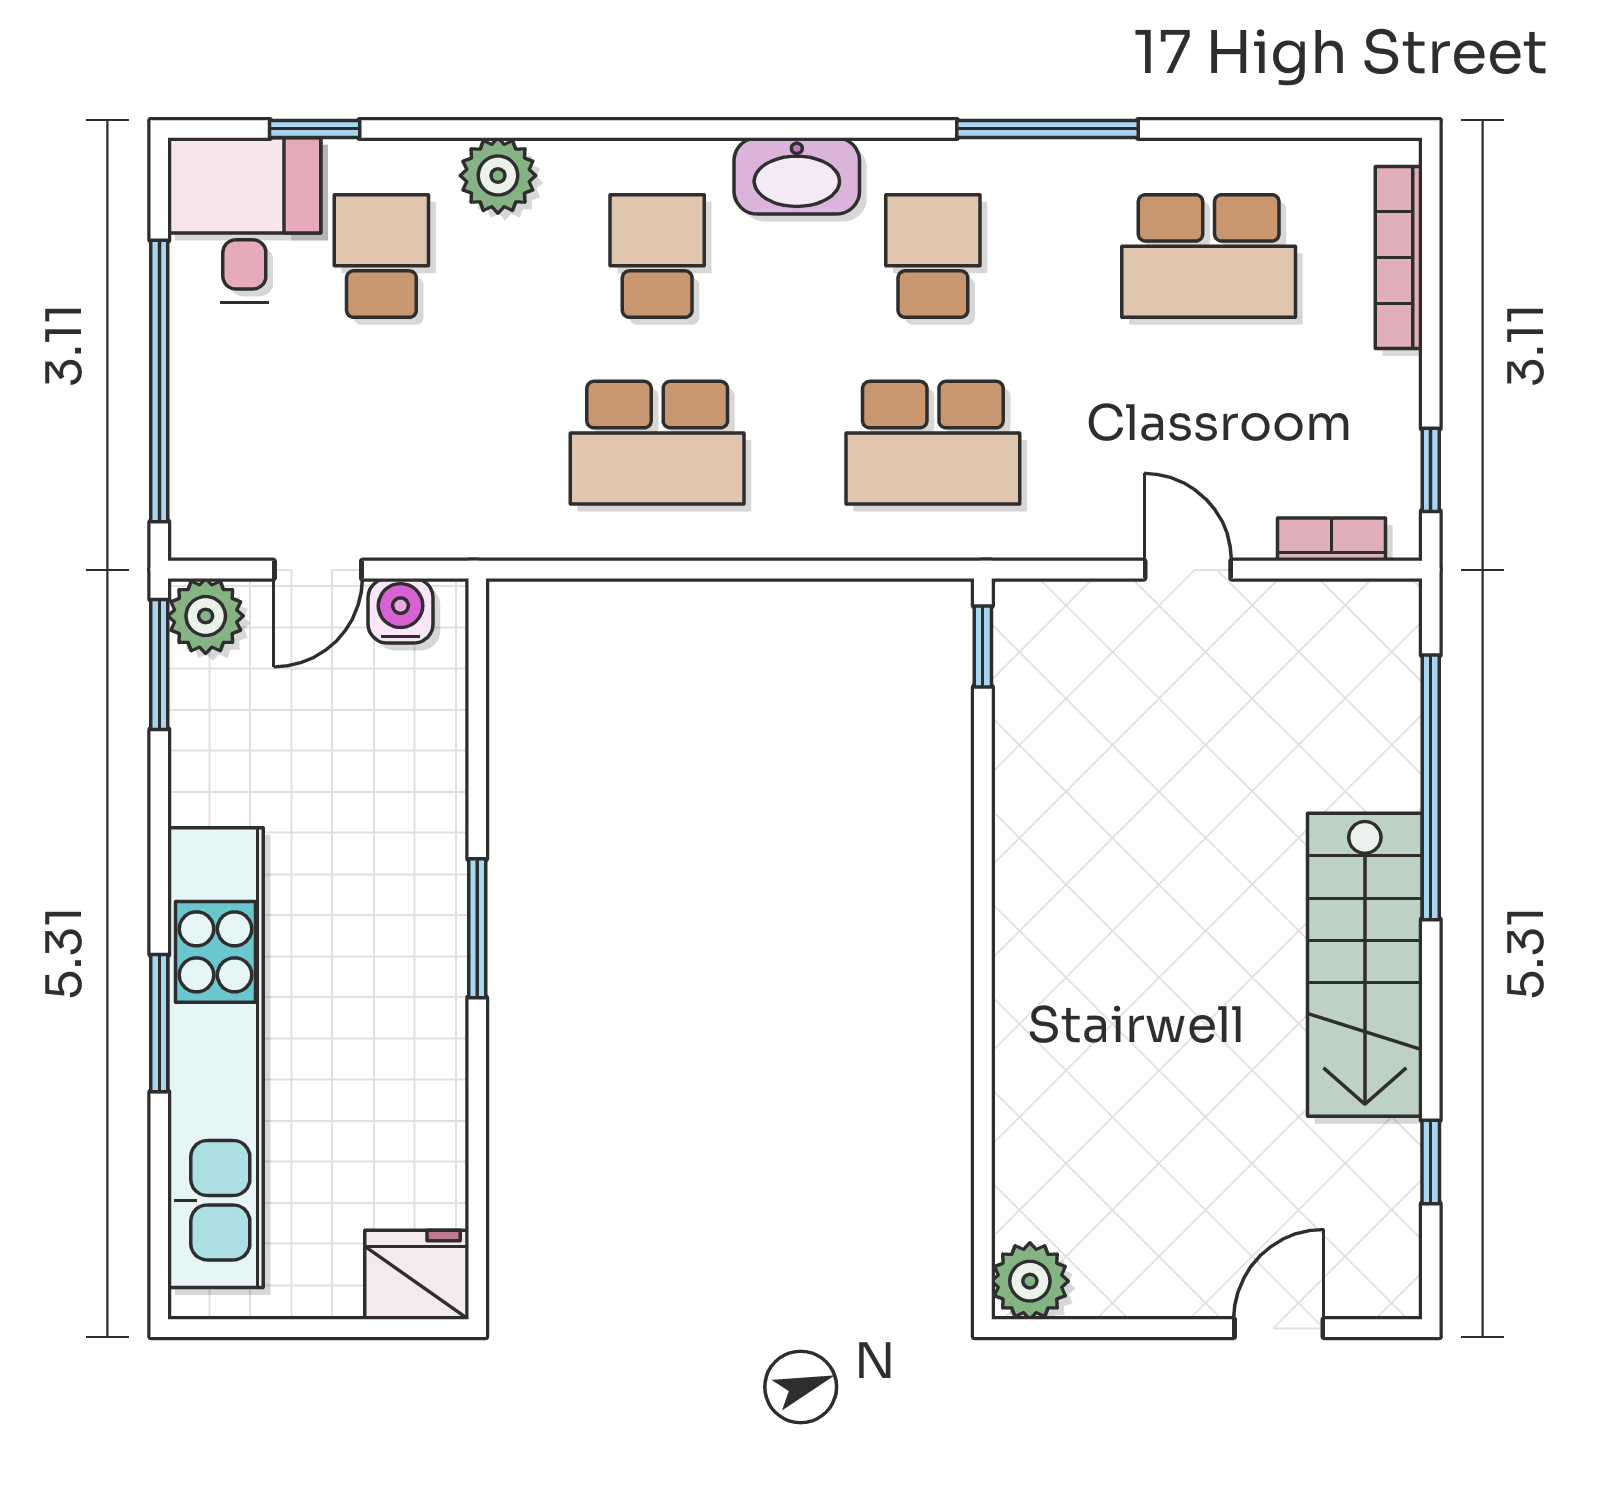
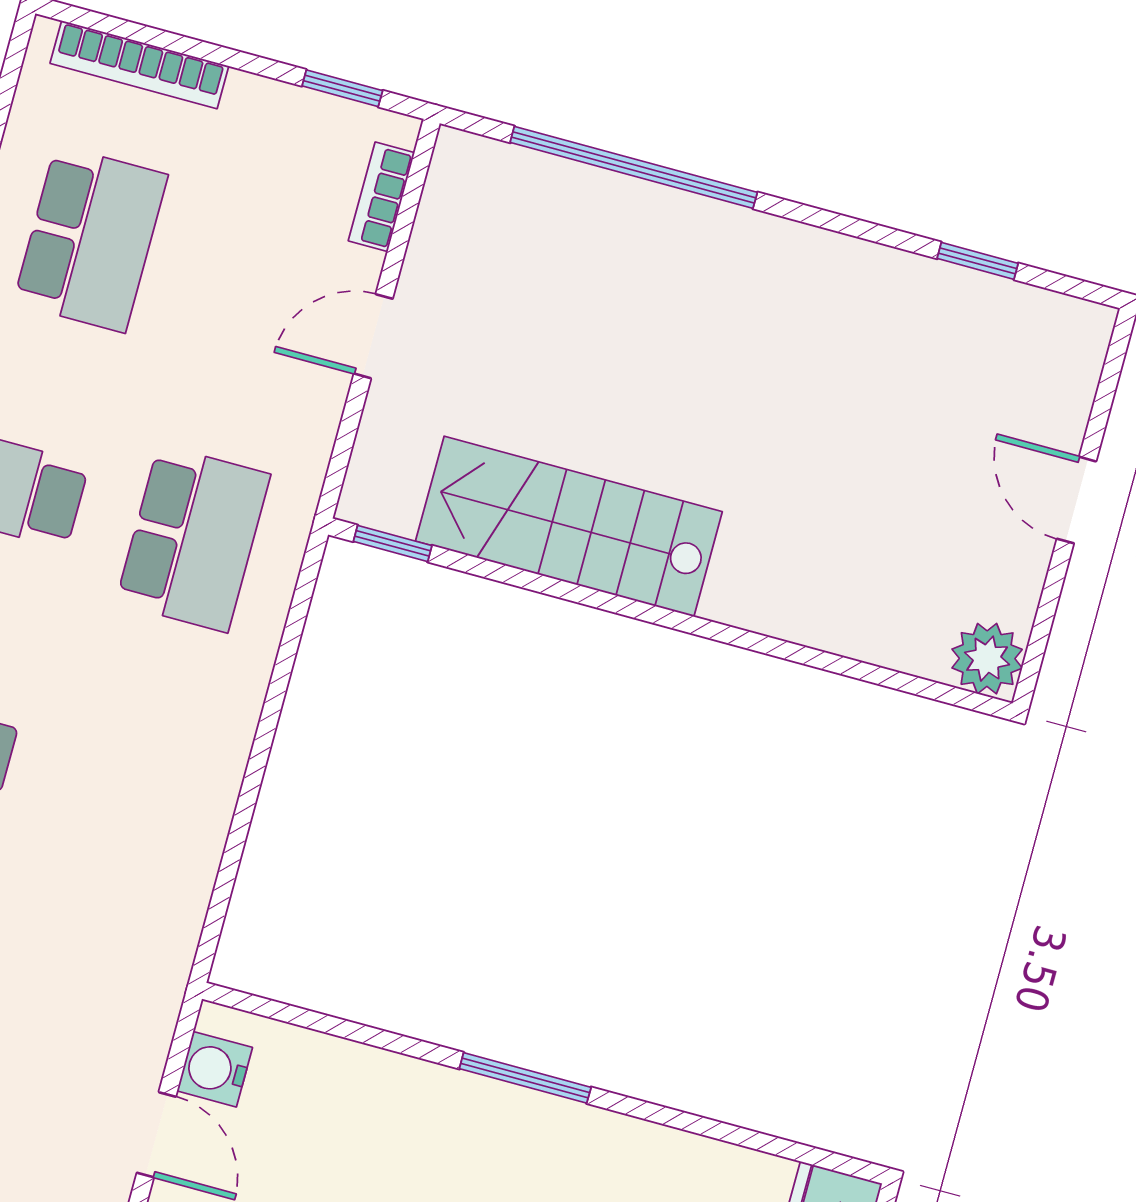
school desk: (657, 443) -> (124, 792), removed
stairs: (1365, 965) -> (569, 526), moved, turned 180
door: (1279, 1328) -> (1077, 500), moved

